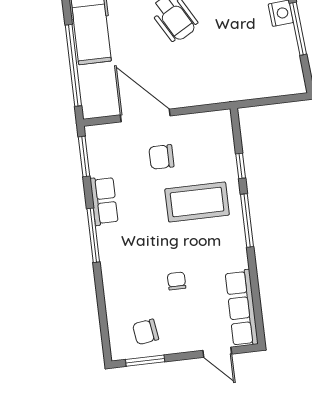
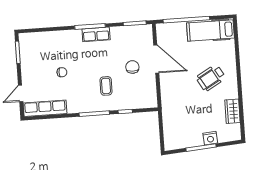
door: (145, 115) -> (156, 59), hinge flipped
row of seats: (104, 201) -> (96, 34), moved
coffee table: (197, 202) -> (106, 86), width x0.54, depth x0.58
chair: (146, 332) -> (34, 53), removed

